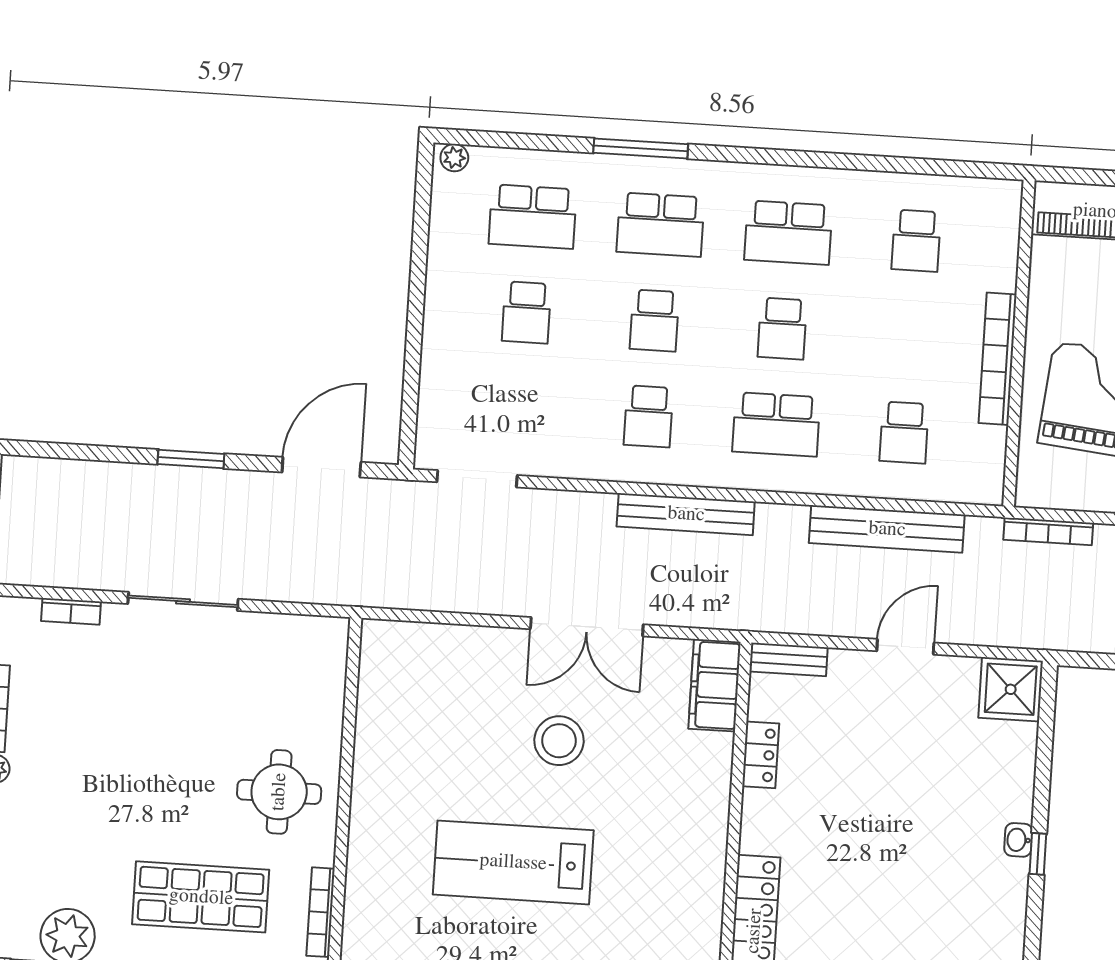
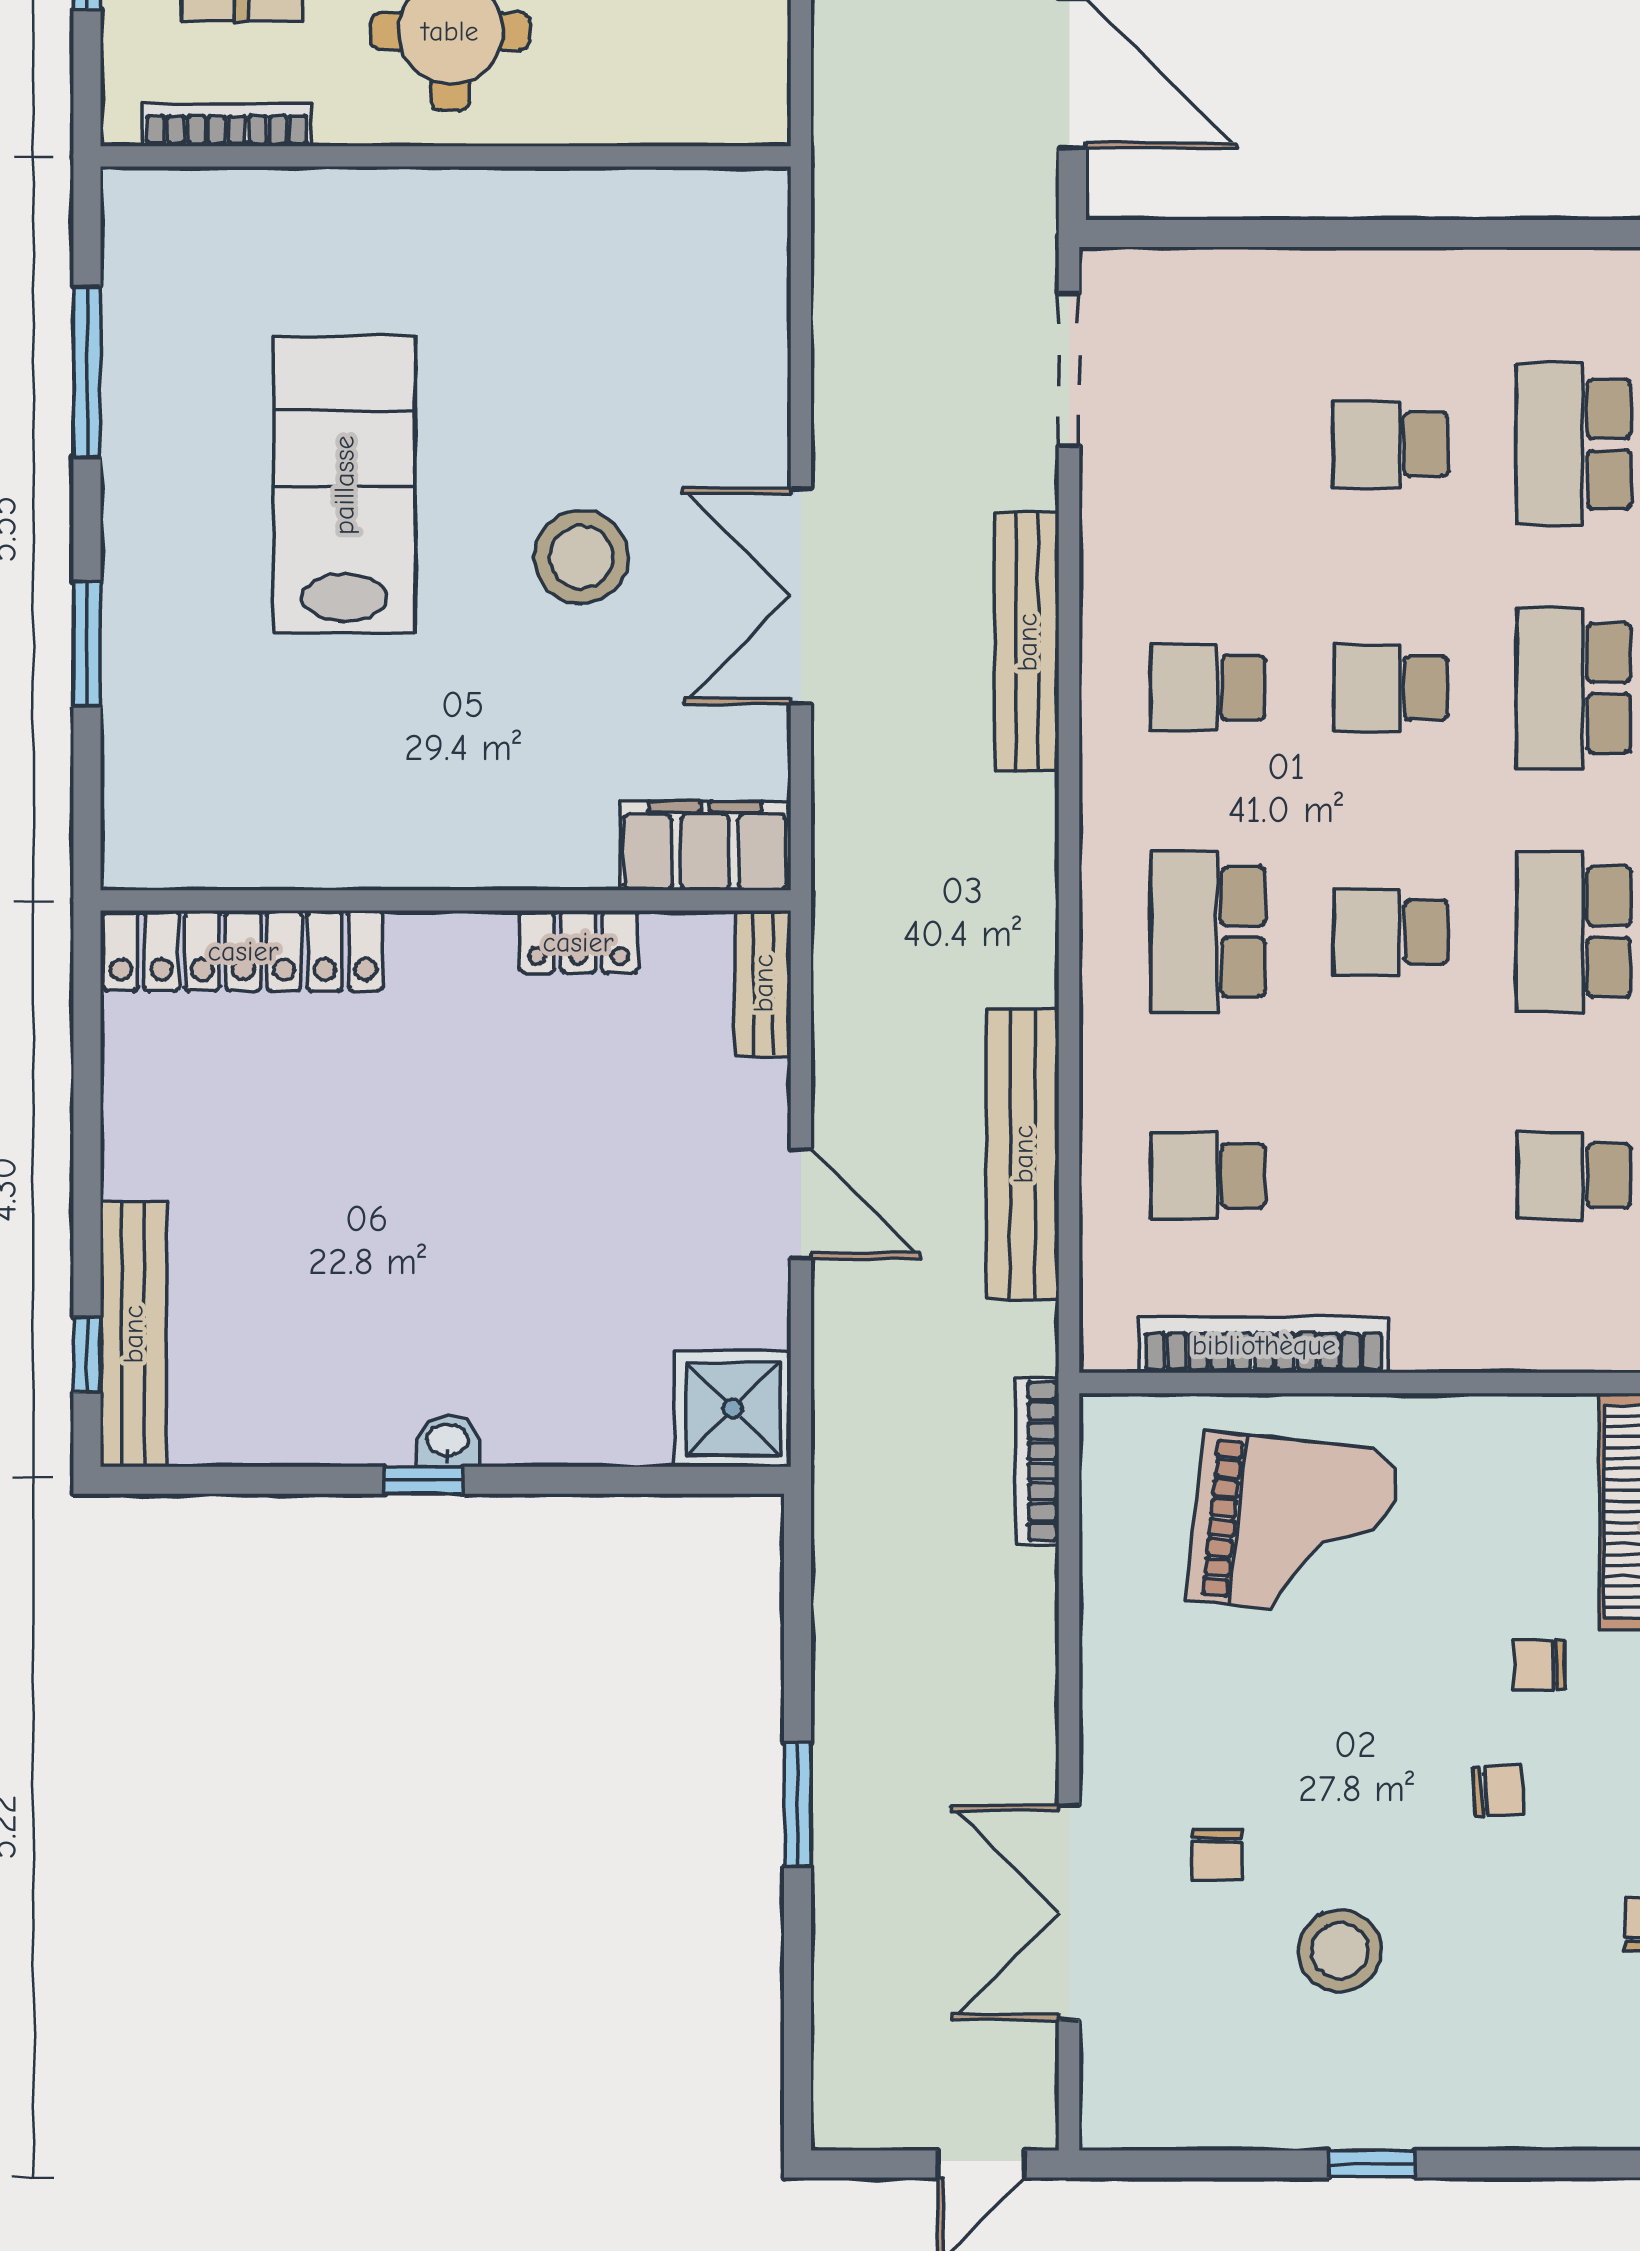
bookcase: (998, 359) -> (1264, 1345), moved
bench: (686, 514) -> (1027, 642), moved

